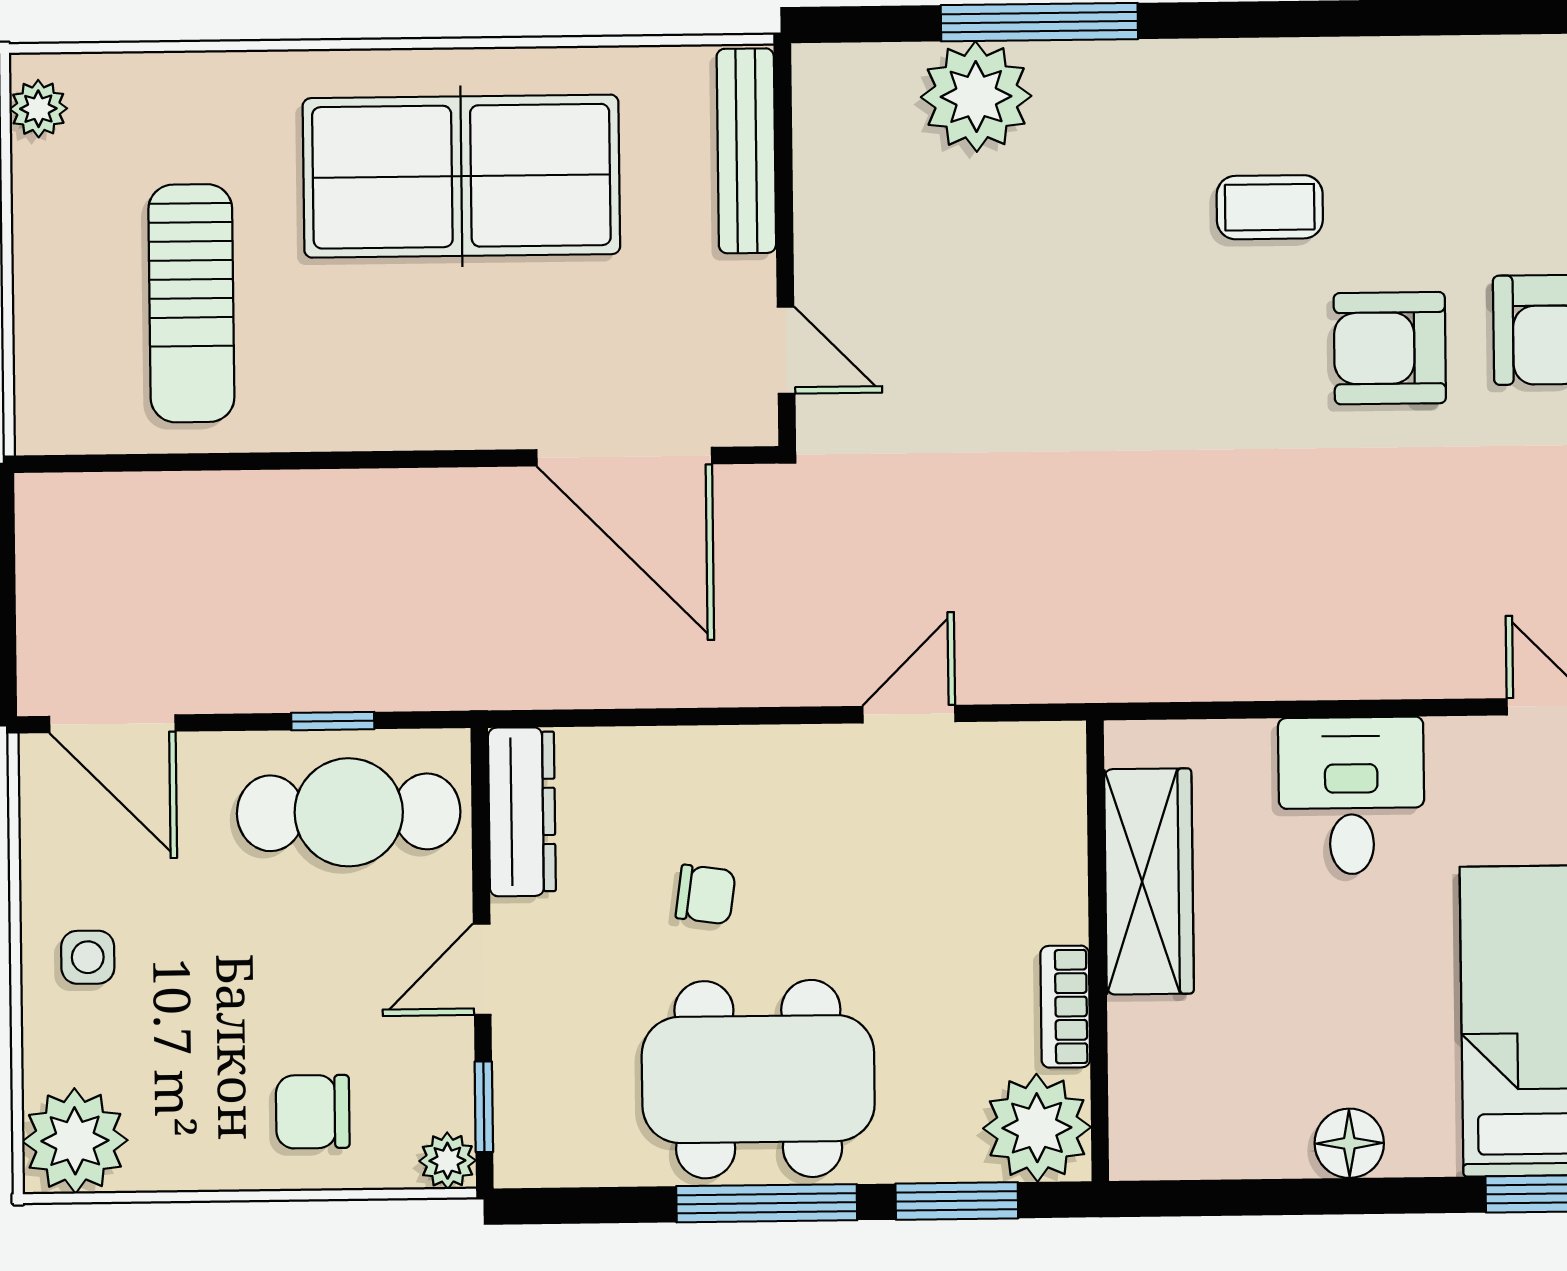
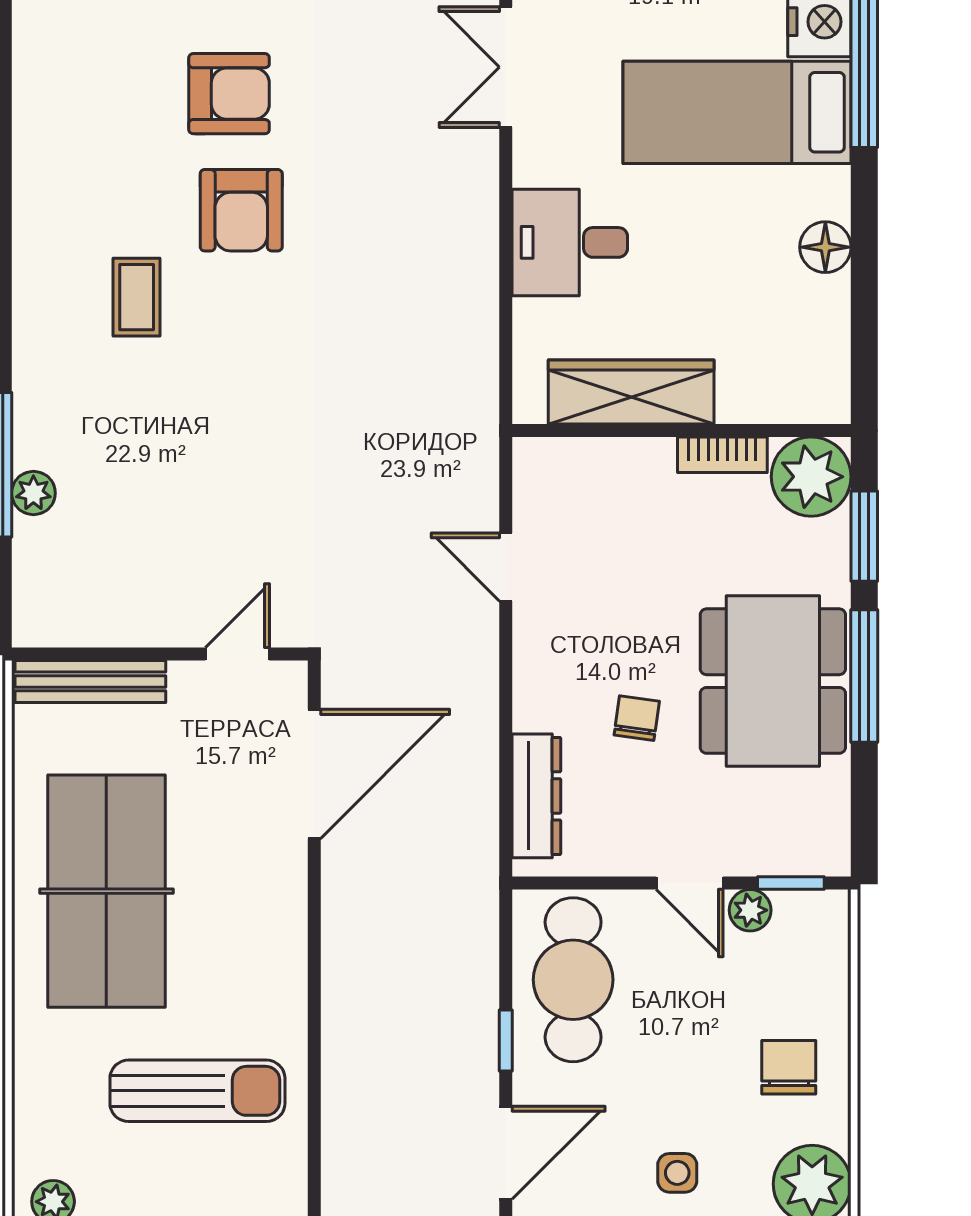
plant: (976, 97) -> (33, 493), width x0.53, depth x0.53
window: (333, 721) -> (506, 1040), moved
dresser: (522, 812) -> (536, 796), moved, turned 90
chair: (313, 1112) -> (789, 1067), moved, turned 180
plant: (447, 1161) -> (750, 910), moved

